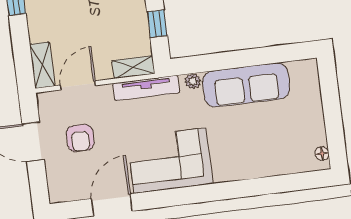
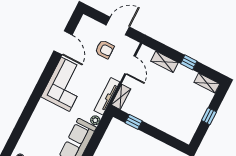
shelving: (42, 65) -> (164, 62), moved
armchair: (80, 138) -> (105, 49), turned 180

